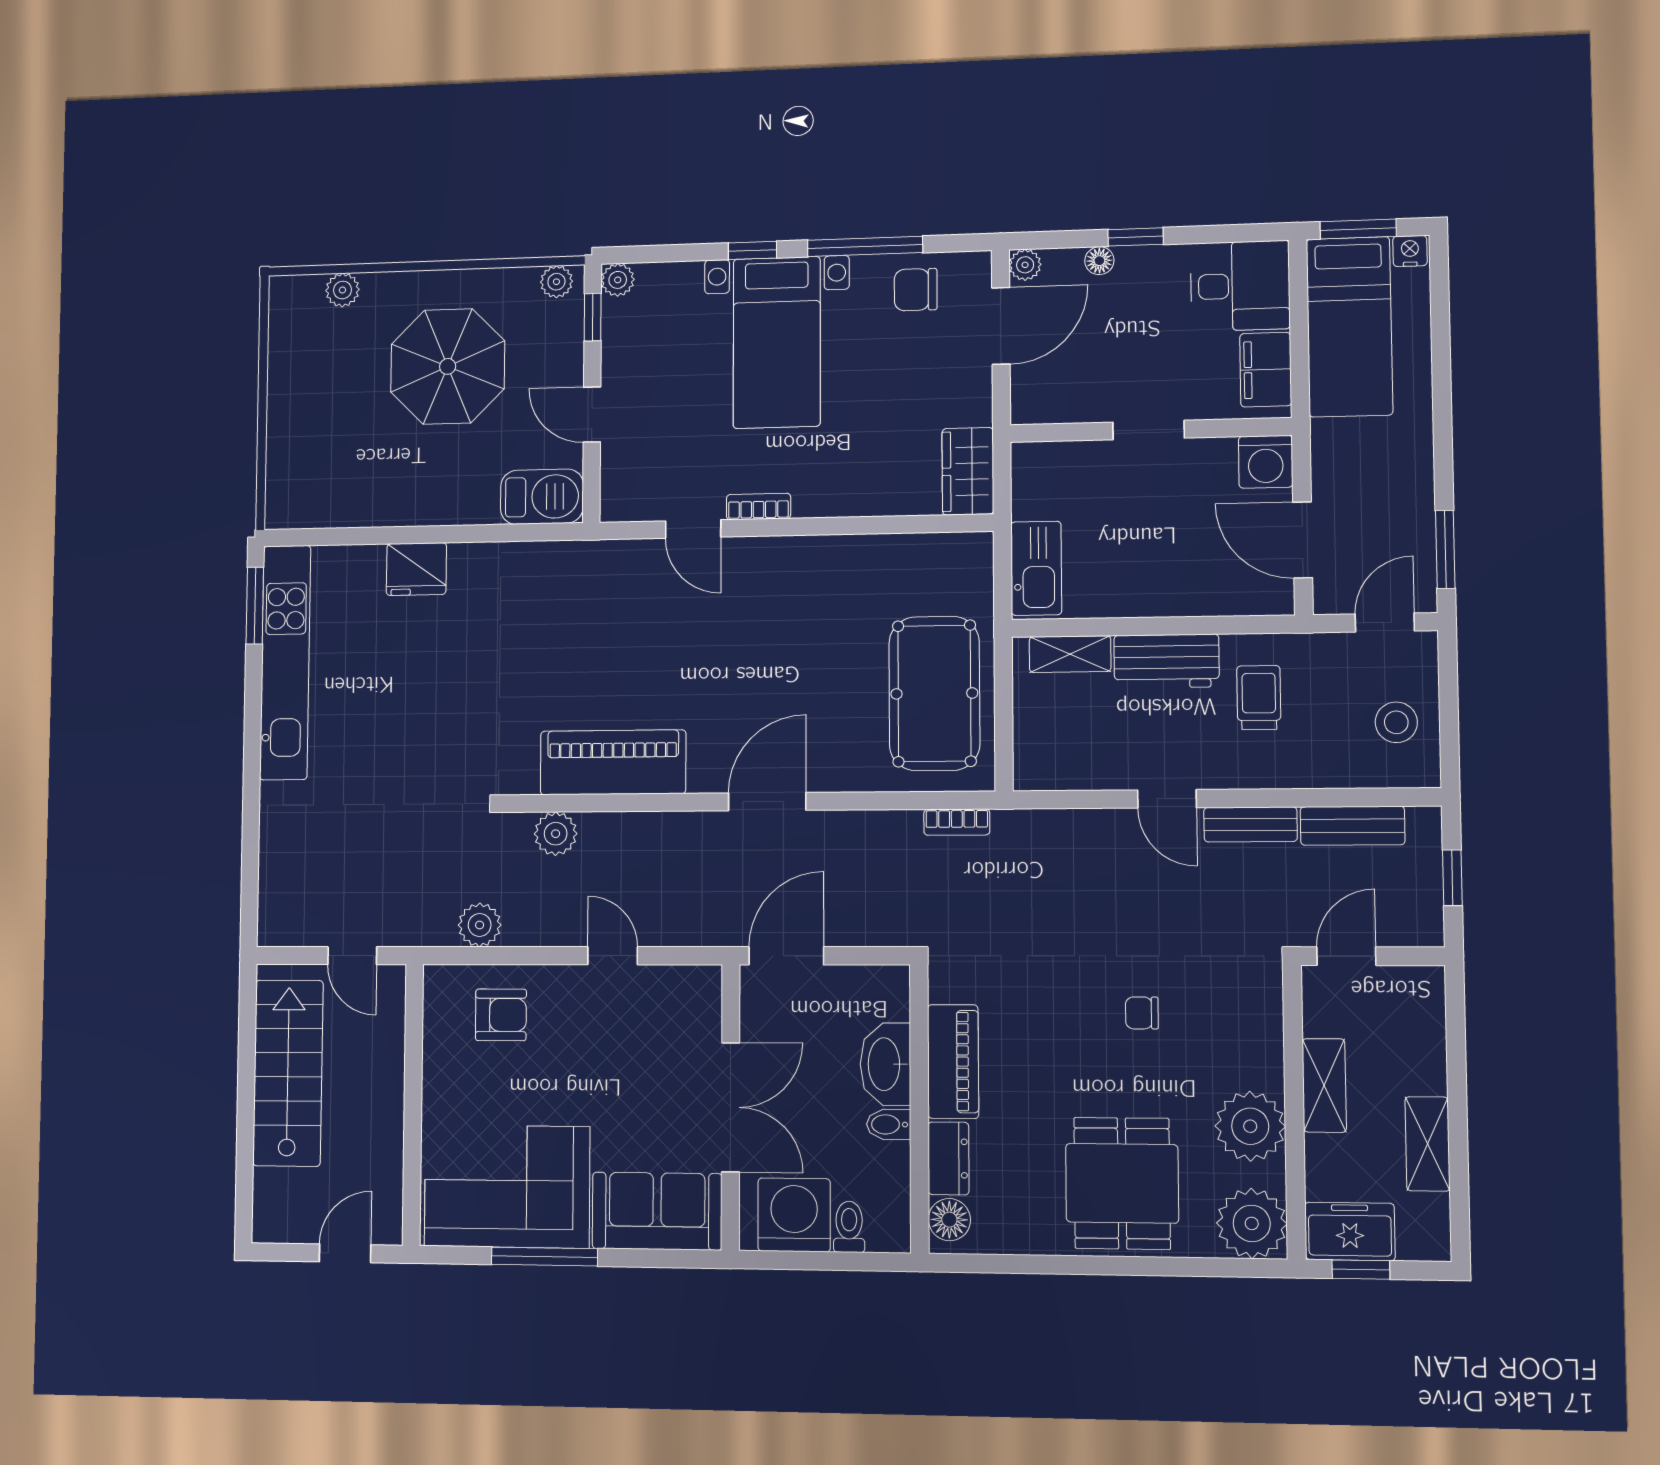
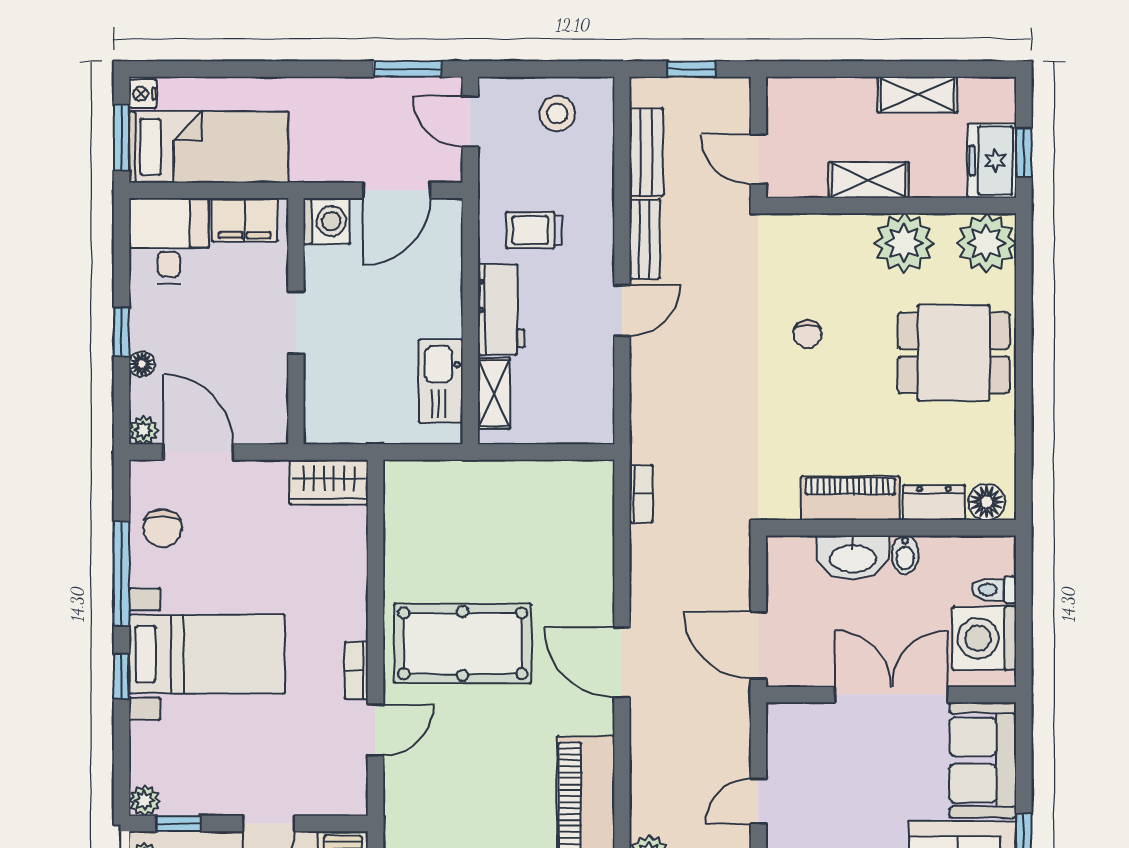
kitchen sink: (1036, 568) -> (441, 381), moved, turned -90
pool table: (934, 693) -> (463, 643), moved

